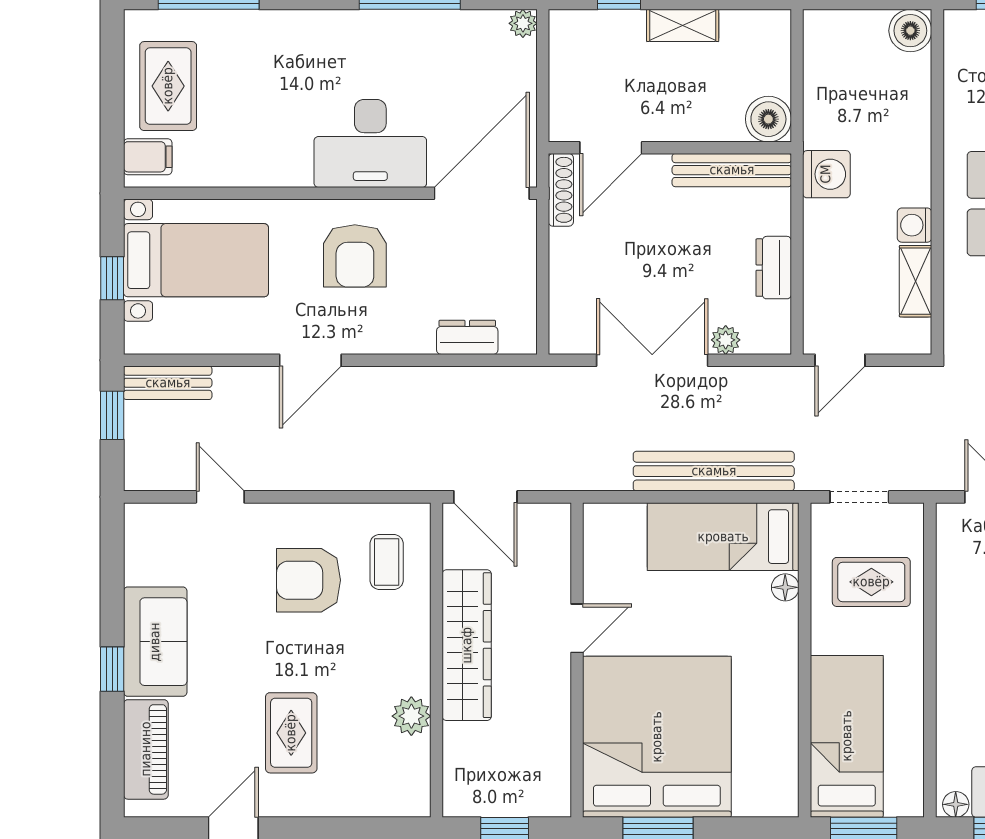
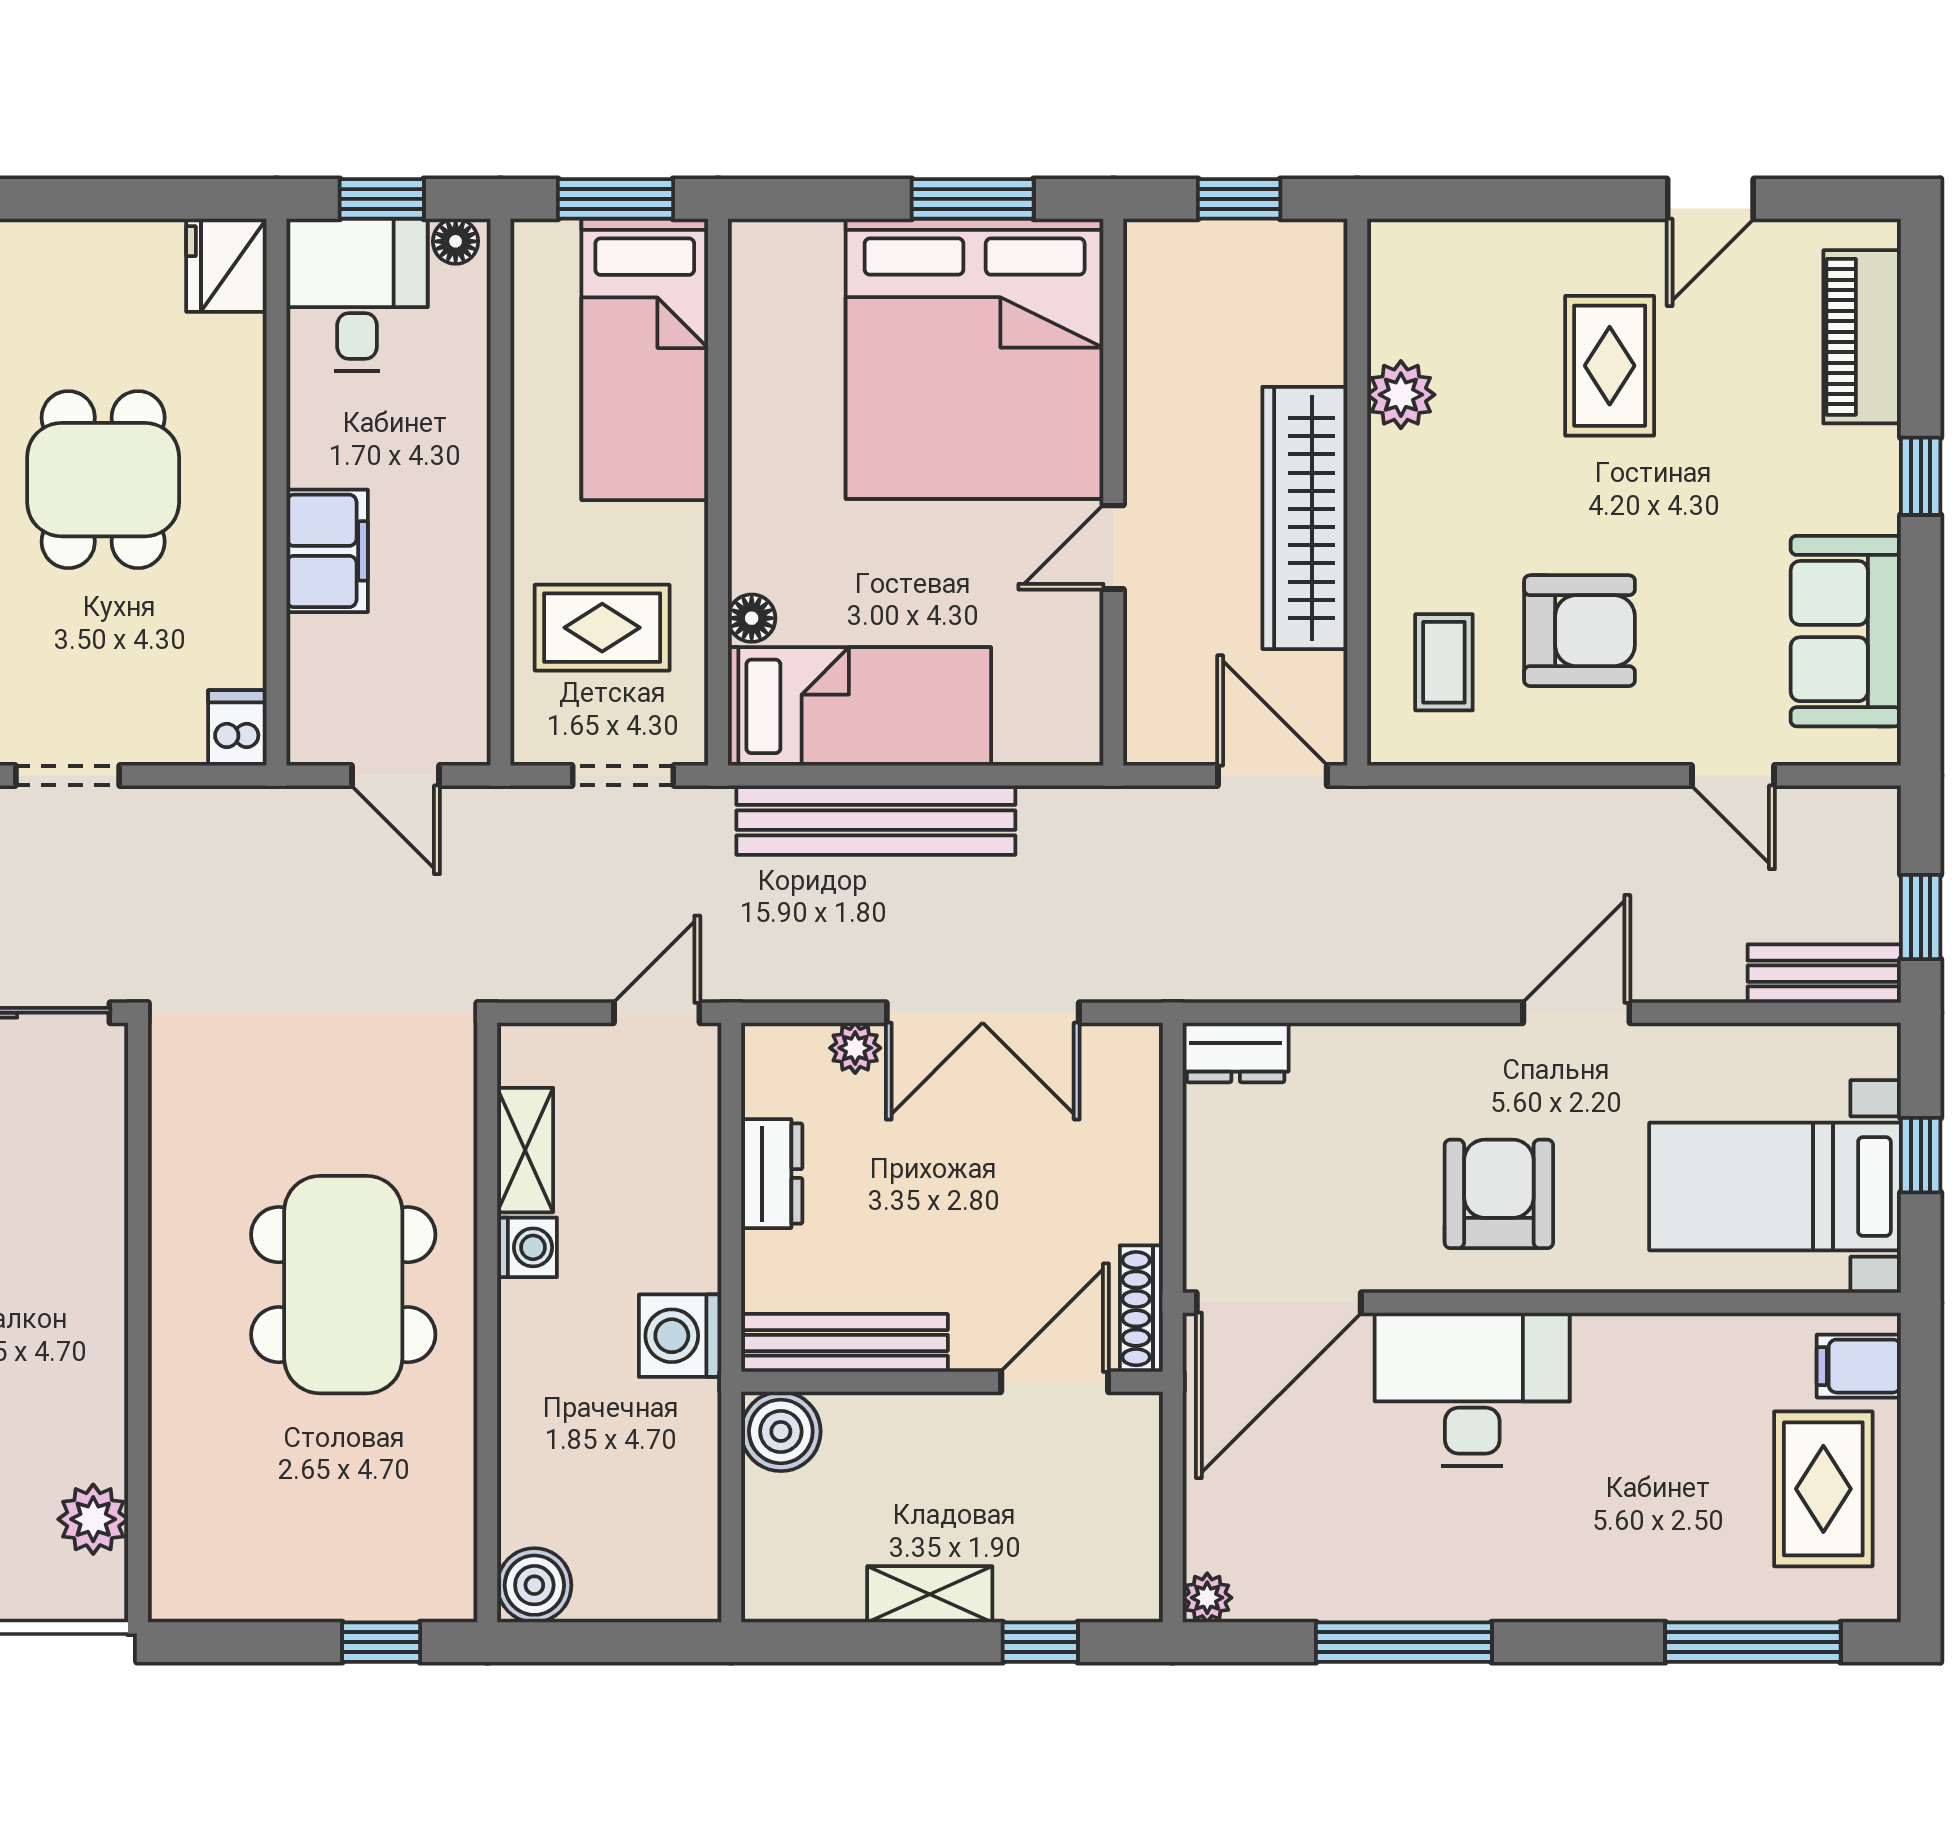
dresser: (467, 337) -> (1236, 1052), moved
sofa: (155, 642) -> (1846, 631), moved

